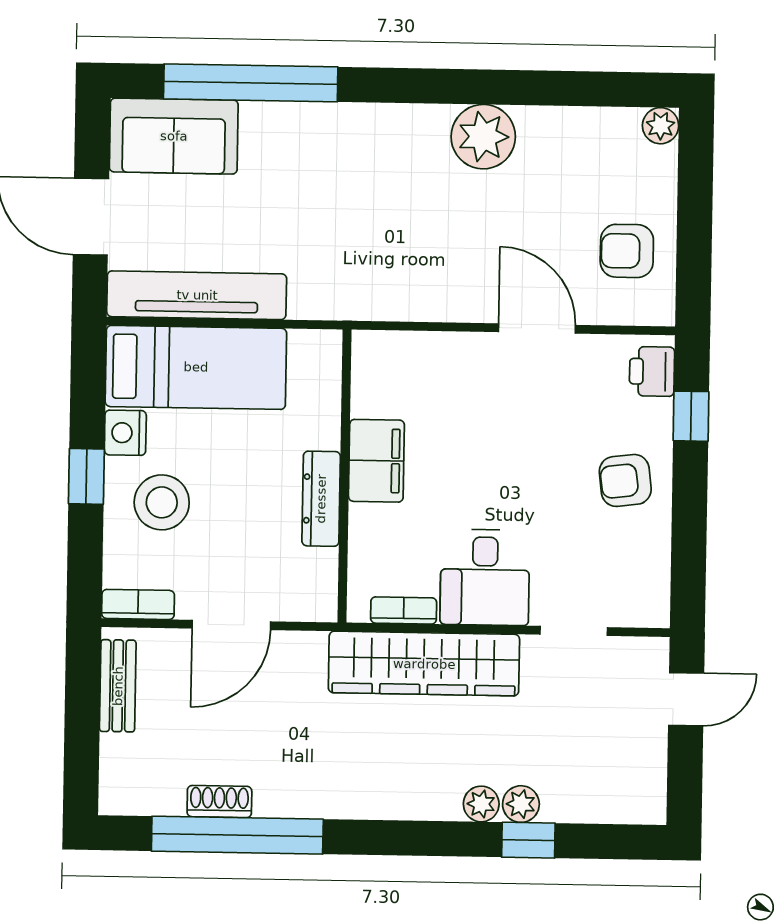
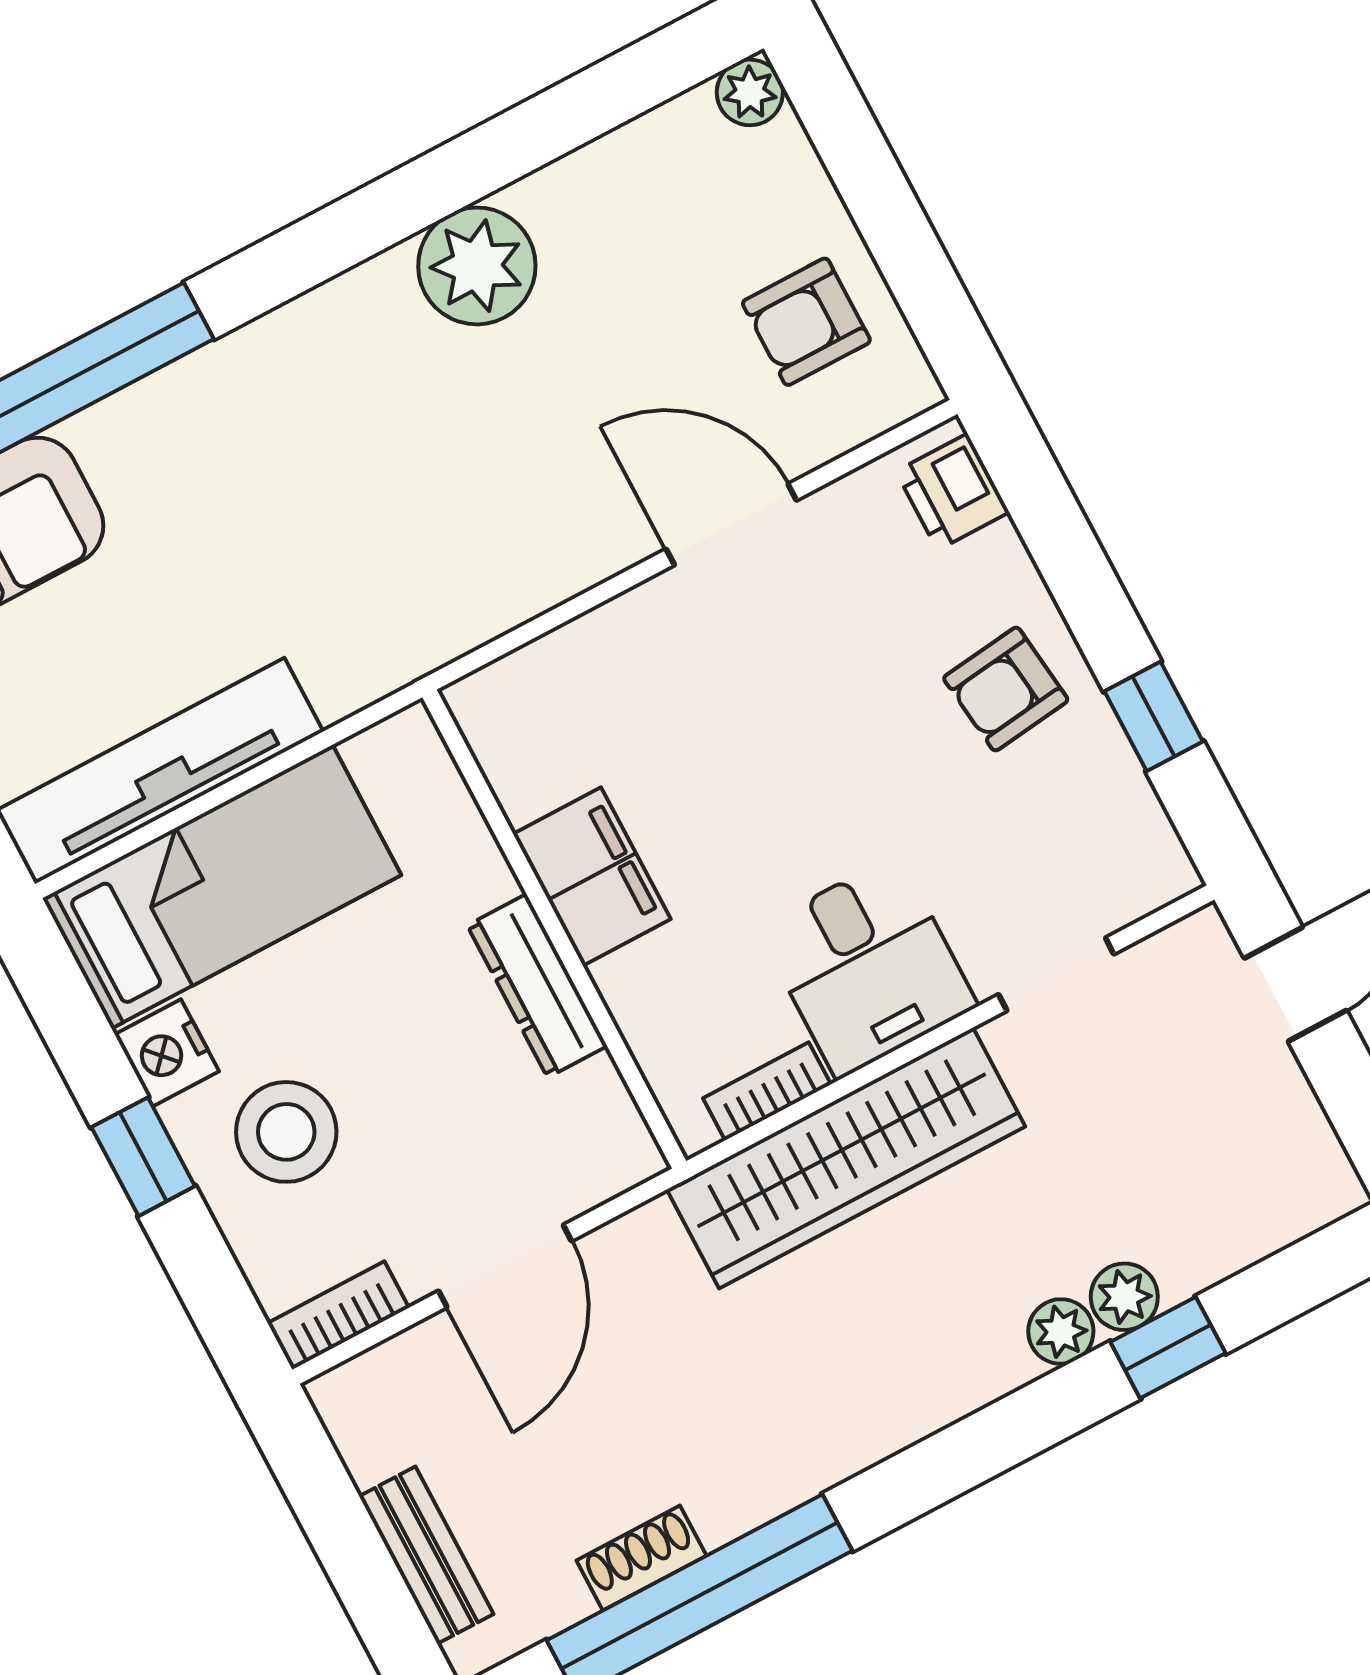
window: (691, 416) -> (1154, 716), moved
bench: (118, 686) -> (426, 1555), moved

